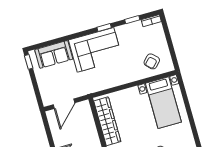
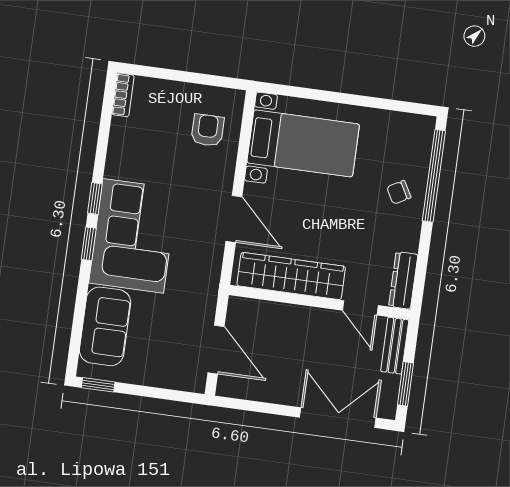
window: (132, 20) -> (89, 244), moved
armchair: (152, 61) -> (208, 130), turned -134
door: (120, 88) -> (234, 219), added

